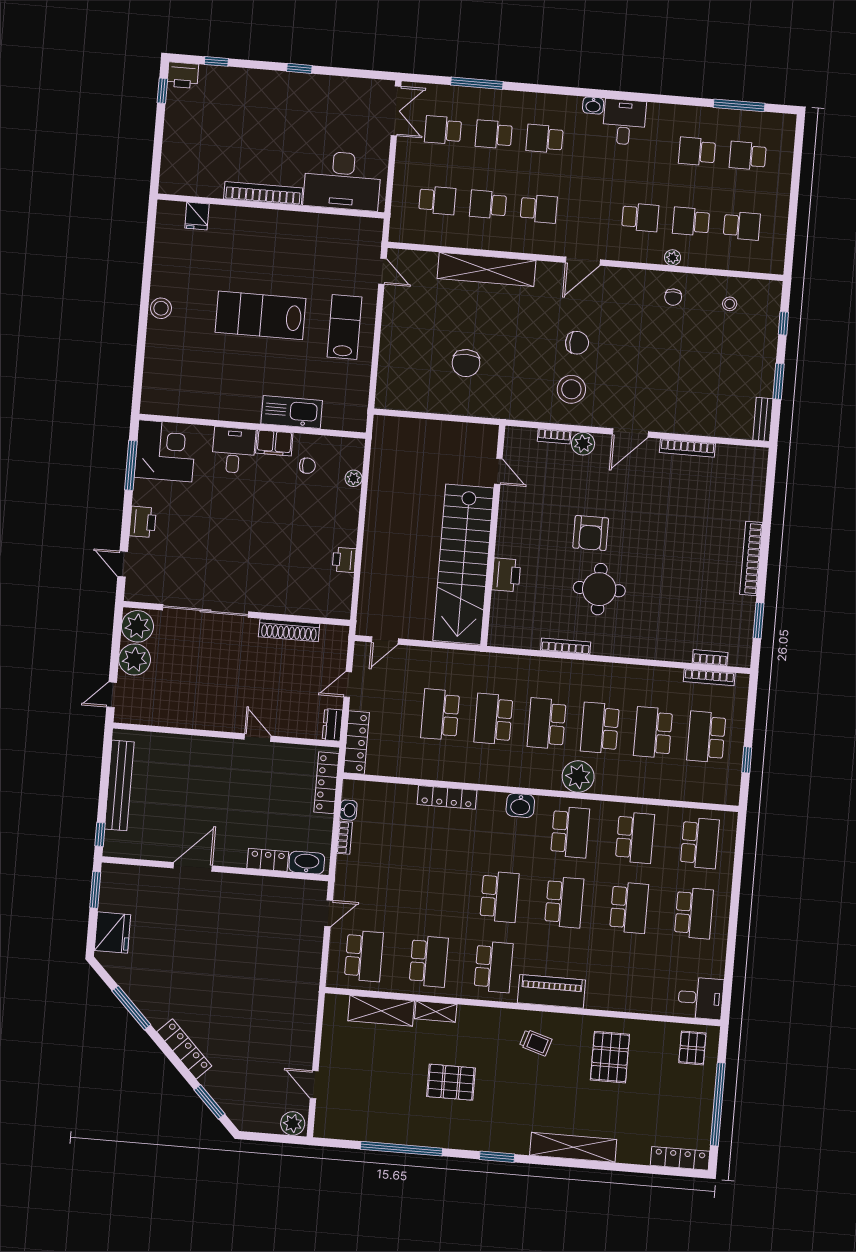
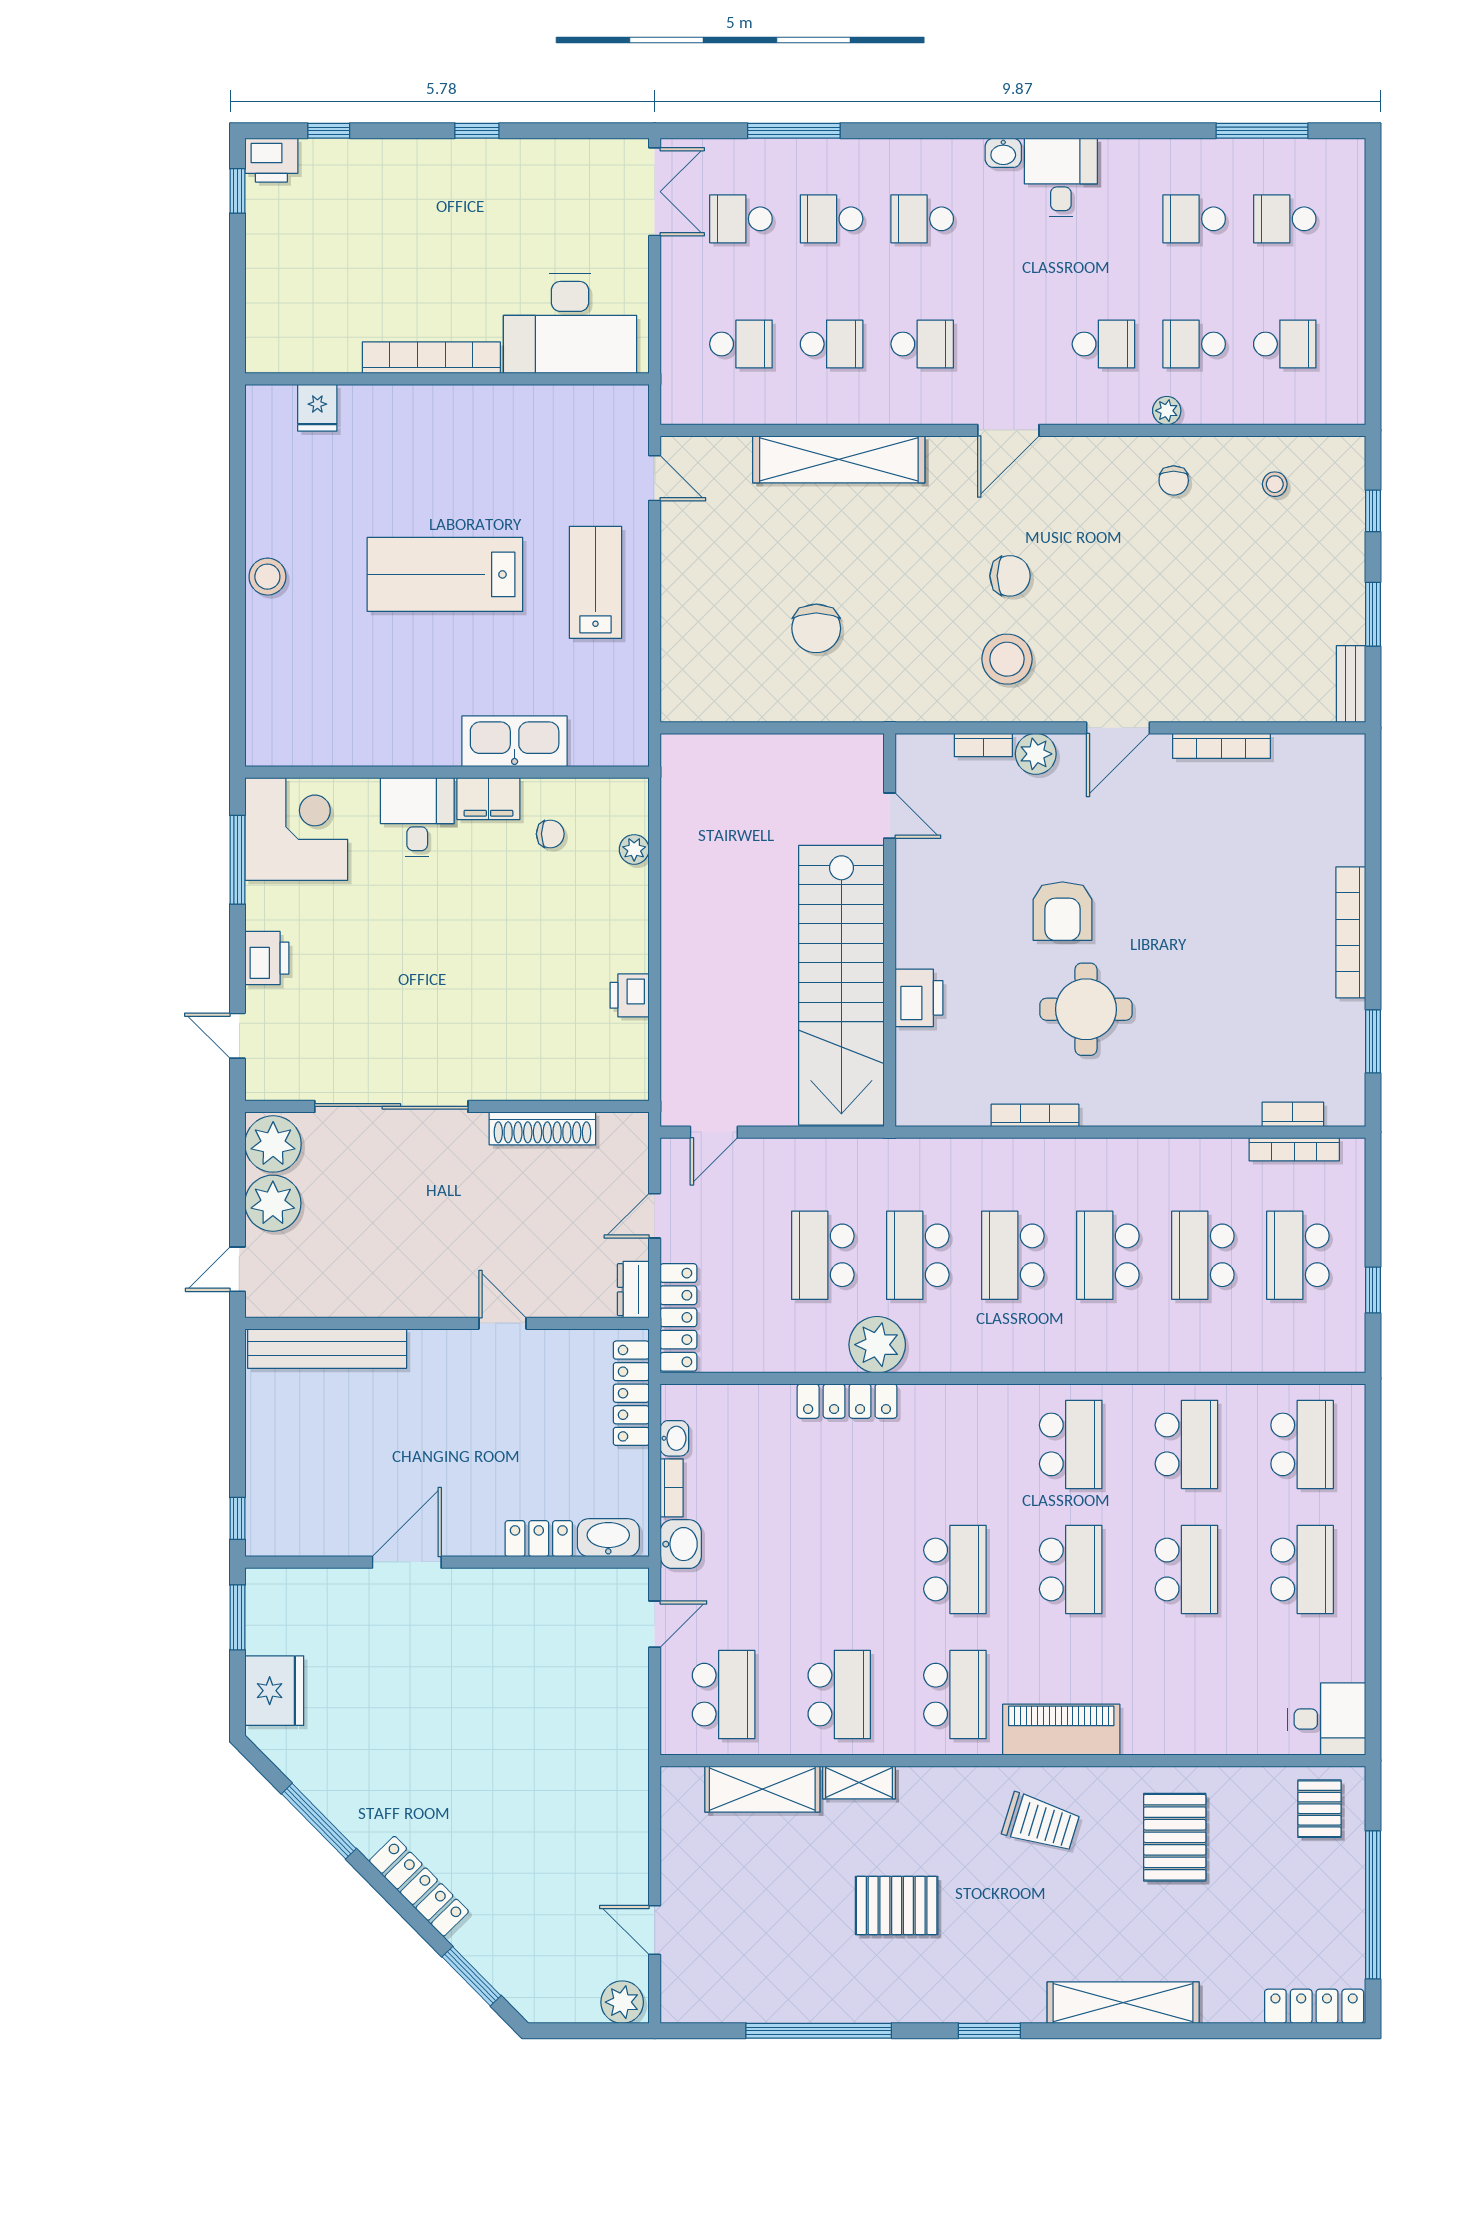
school desk: (488, 204) -> (832, 344), turned 180
plant: (578, 777) -> (877, 1345), moved
bench: (119, 785) -> (327, 1349), moved, turned 90
washbasin: (520, 805) -> (681, 1544), moved, turned -90
trolley: (536, 1043) -> (1041, 1823), width x1.36, depth x1.39

